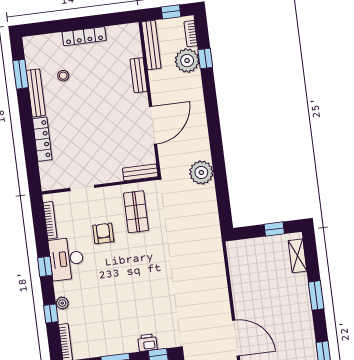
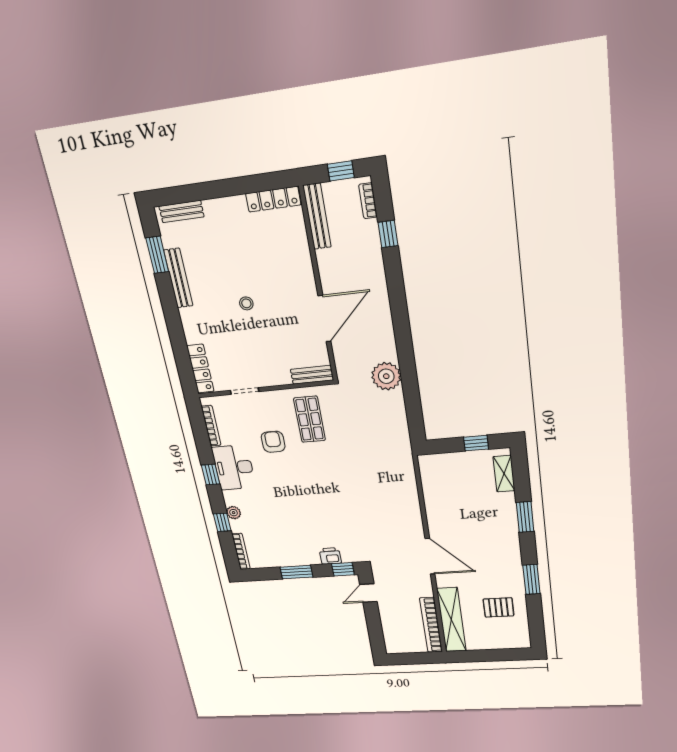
locker: (84, 36) -> (273, 199), moved
plant: (187, 61) -> (364, 237), removed
bench: (139, 75) -> (181, 212), moved, turned 90
stool: (63, 76) -> (246, 303), moved
locker: (42, 139) -> (200, 369), moved

